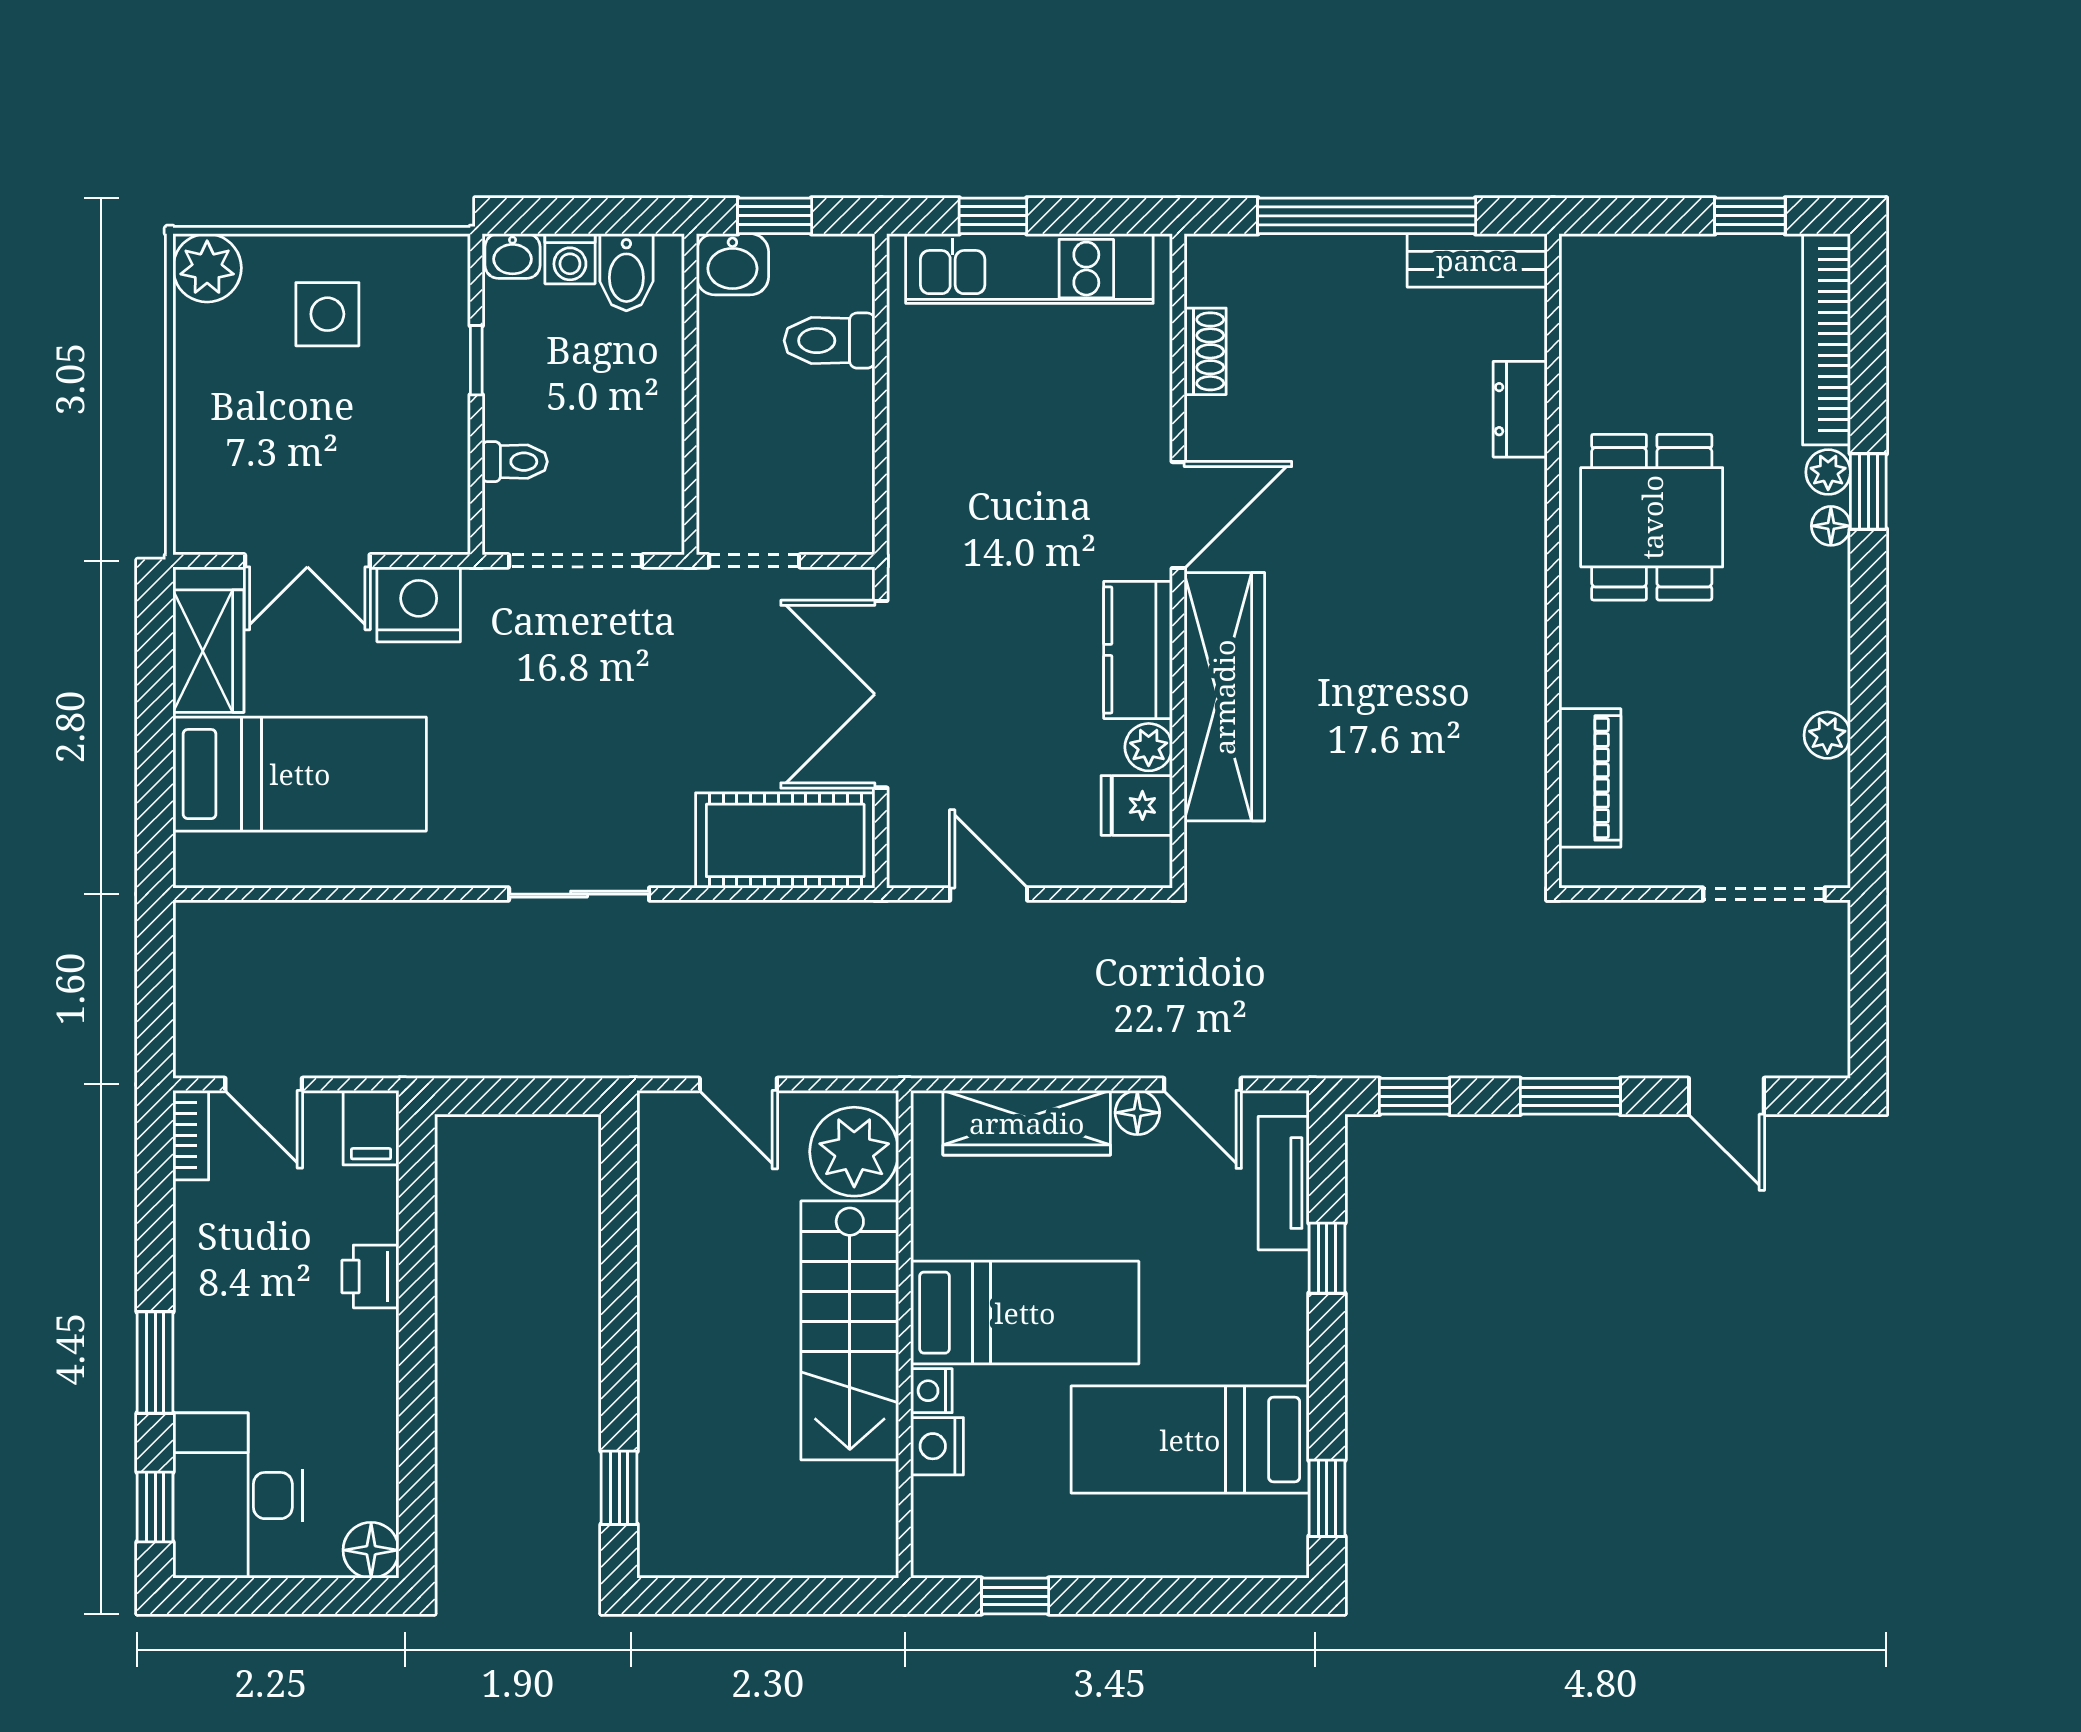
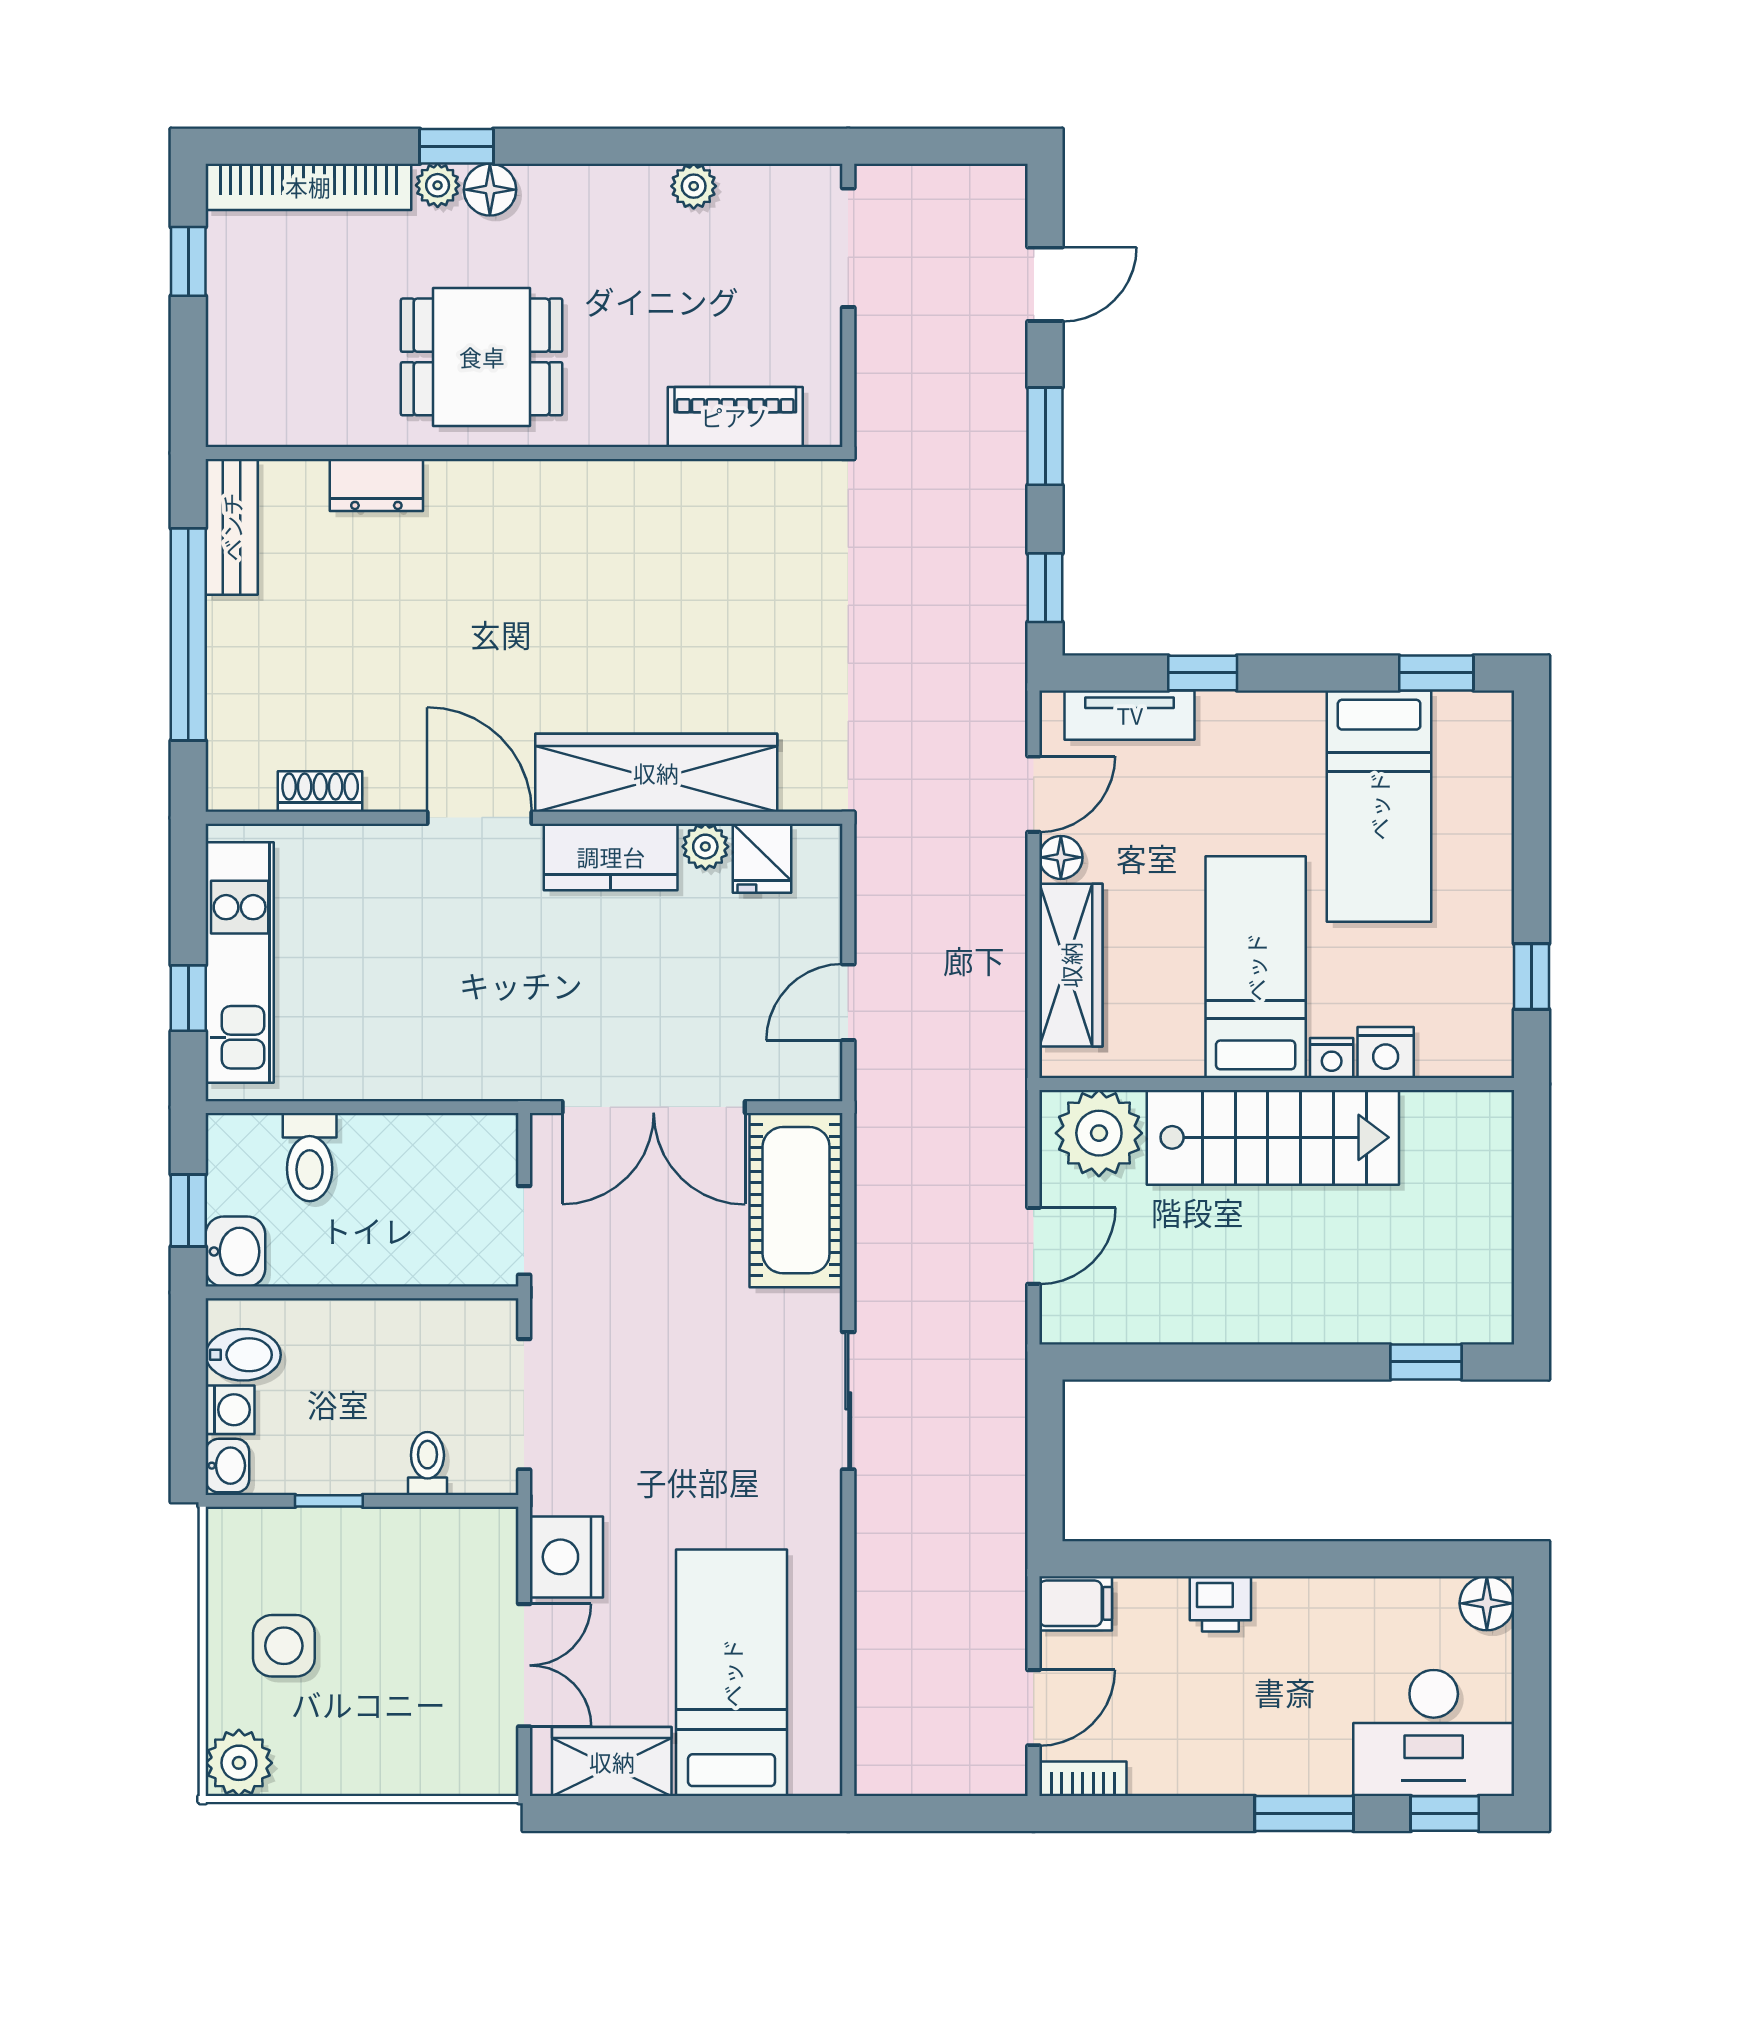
floor lamp: (1831, 526) -> (490, 190), width x1.37, depth x1.37

